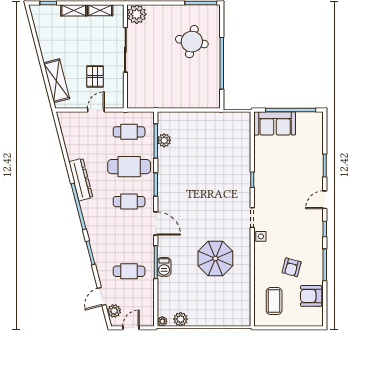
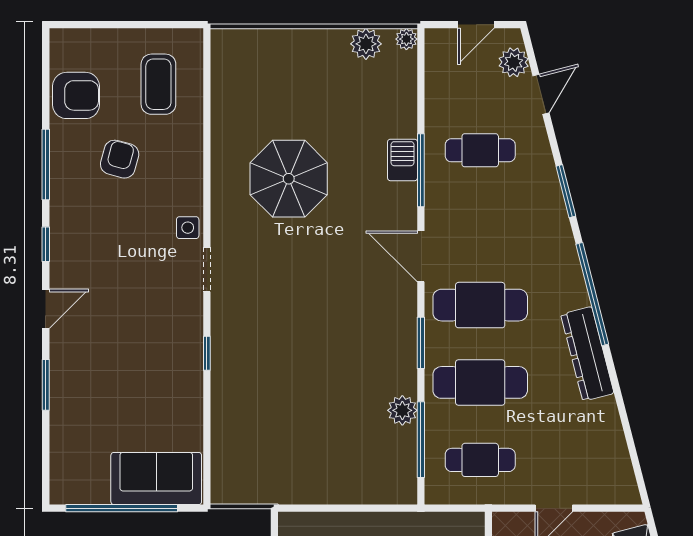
plant: (164, 140) -> (402, 410), moved
cafe table: (129, 202) -> (480, 305), width x1.37, depth x1.35

